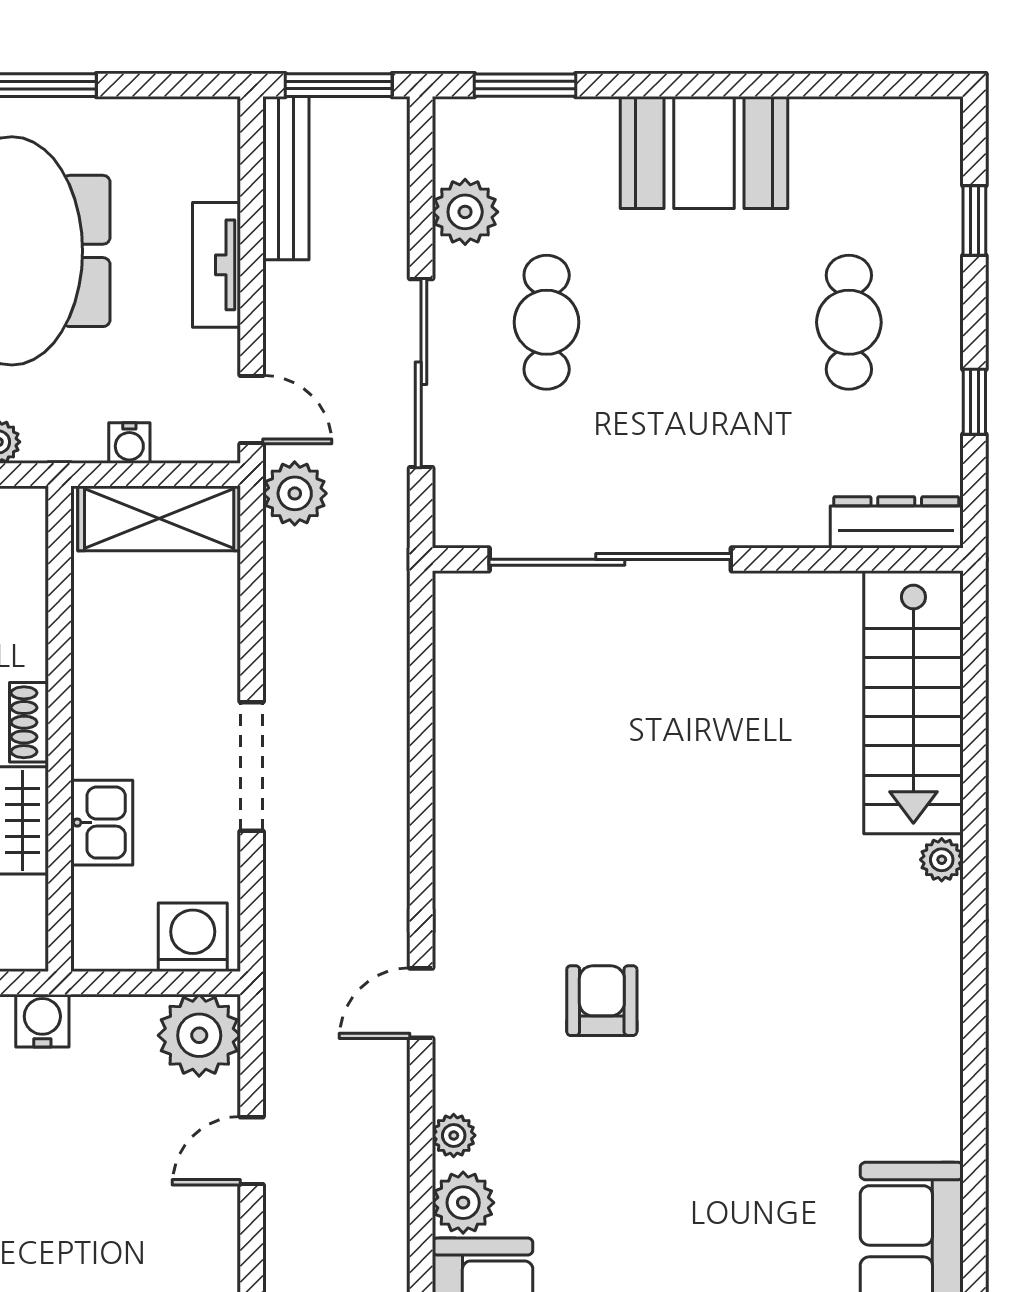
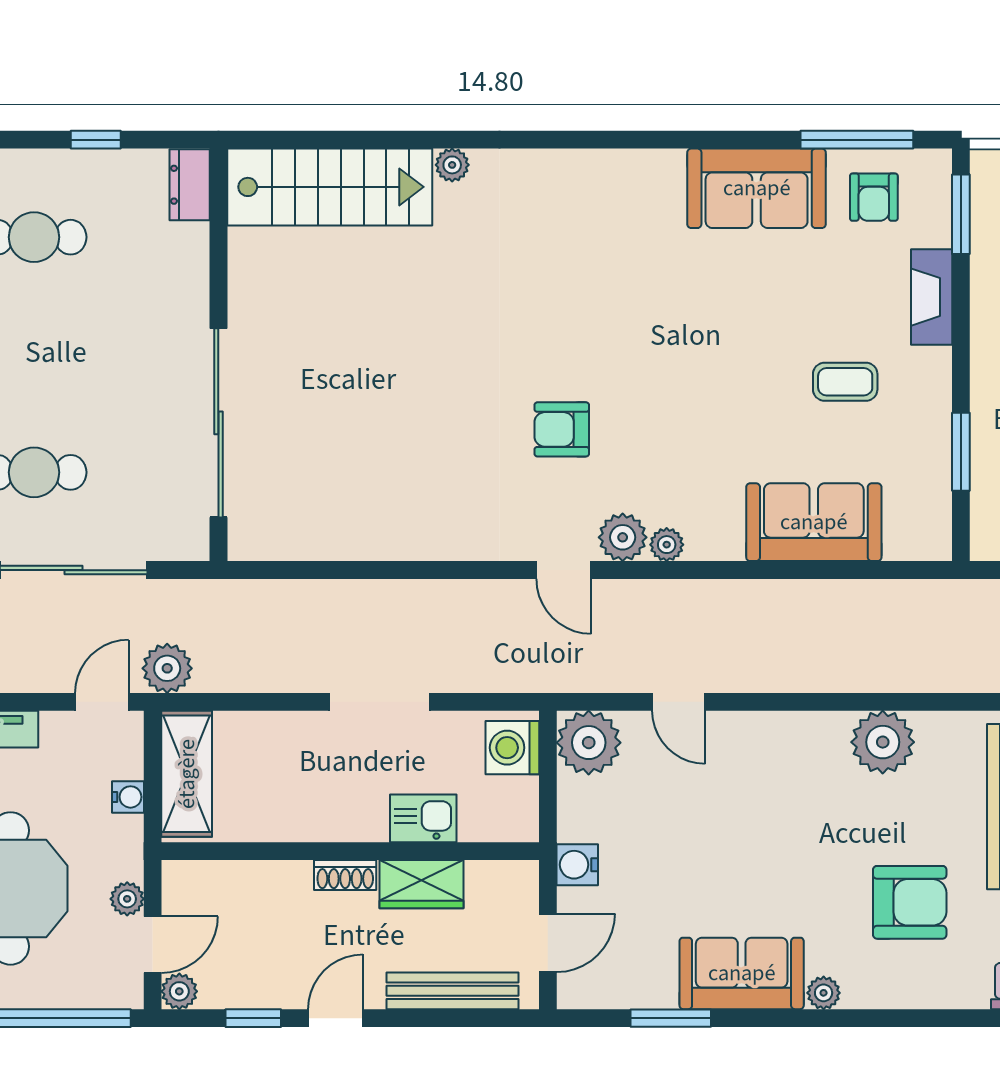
dresser: (896, 522) -> (190, 185), width x0.70
plant: (463, 1203) -> (623, 537), moved

